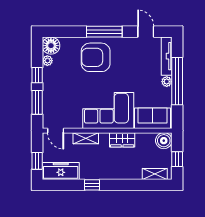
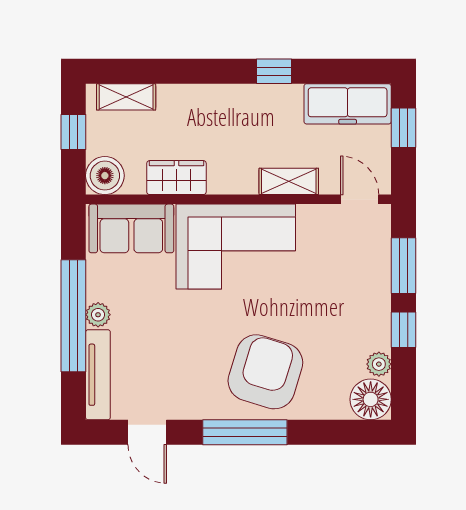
armchair: (96, 57) -> (265, 372), turned -73
wardrobe: (122, 140) -> (176, 178), moved

